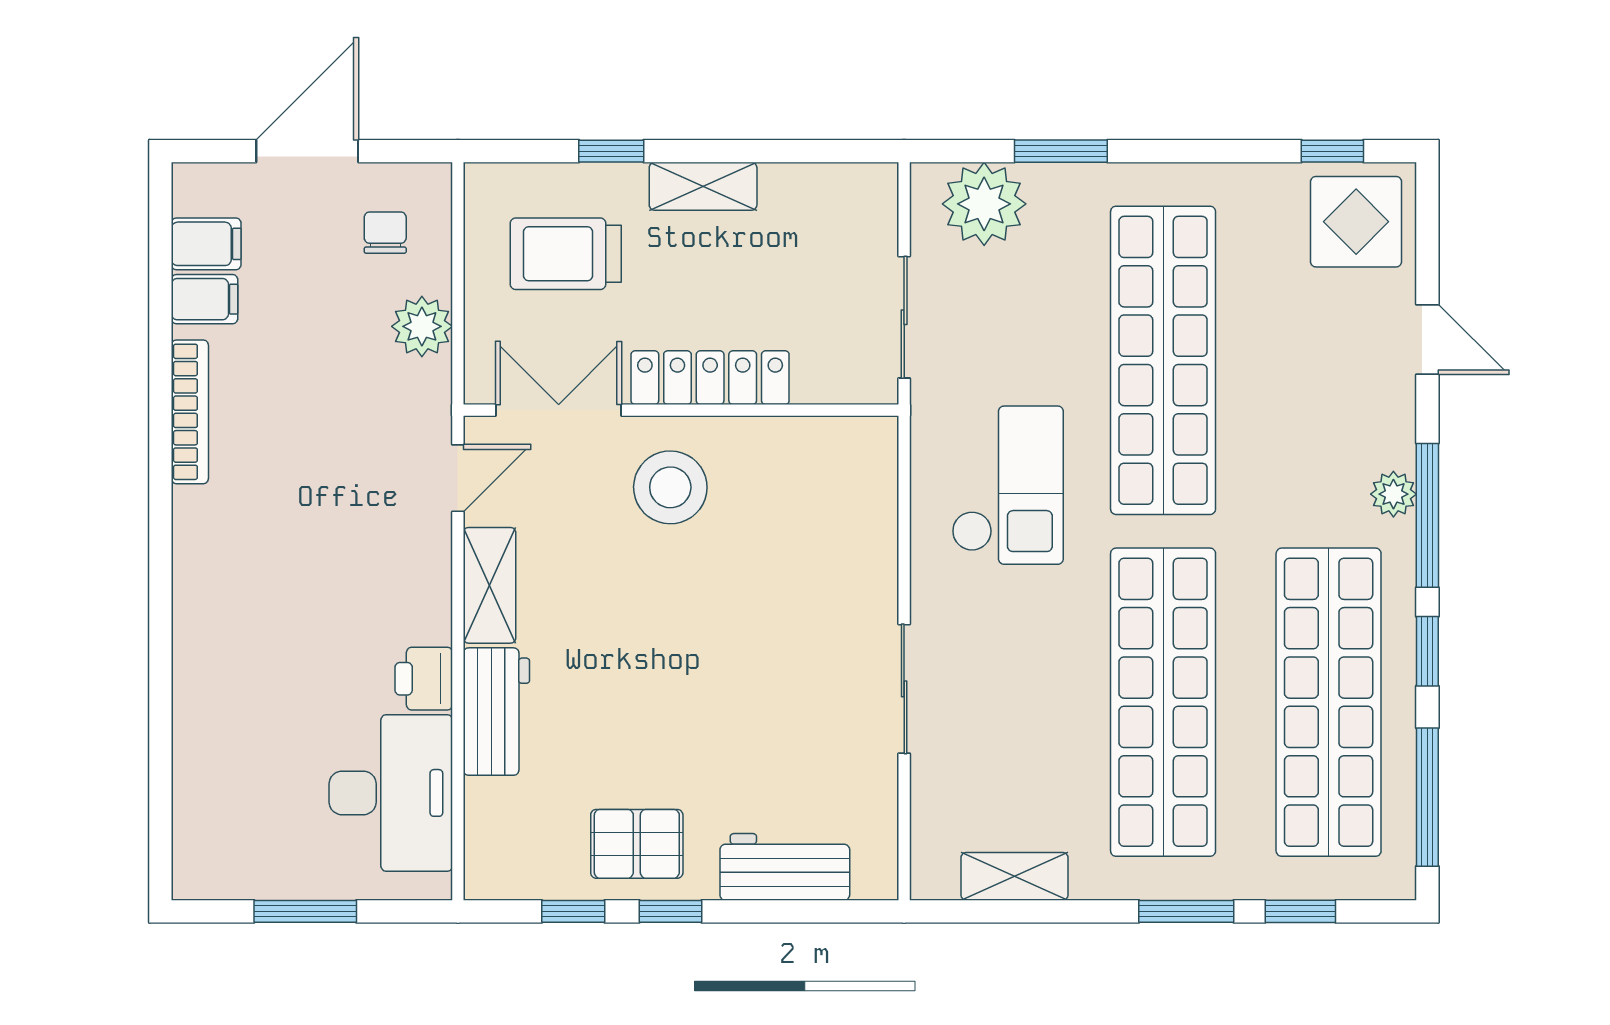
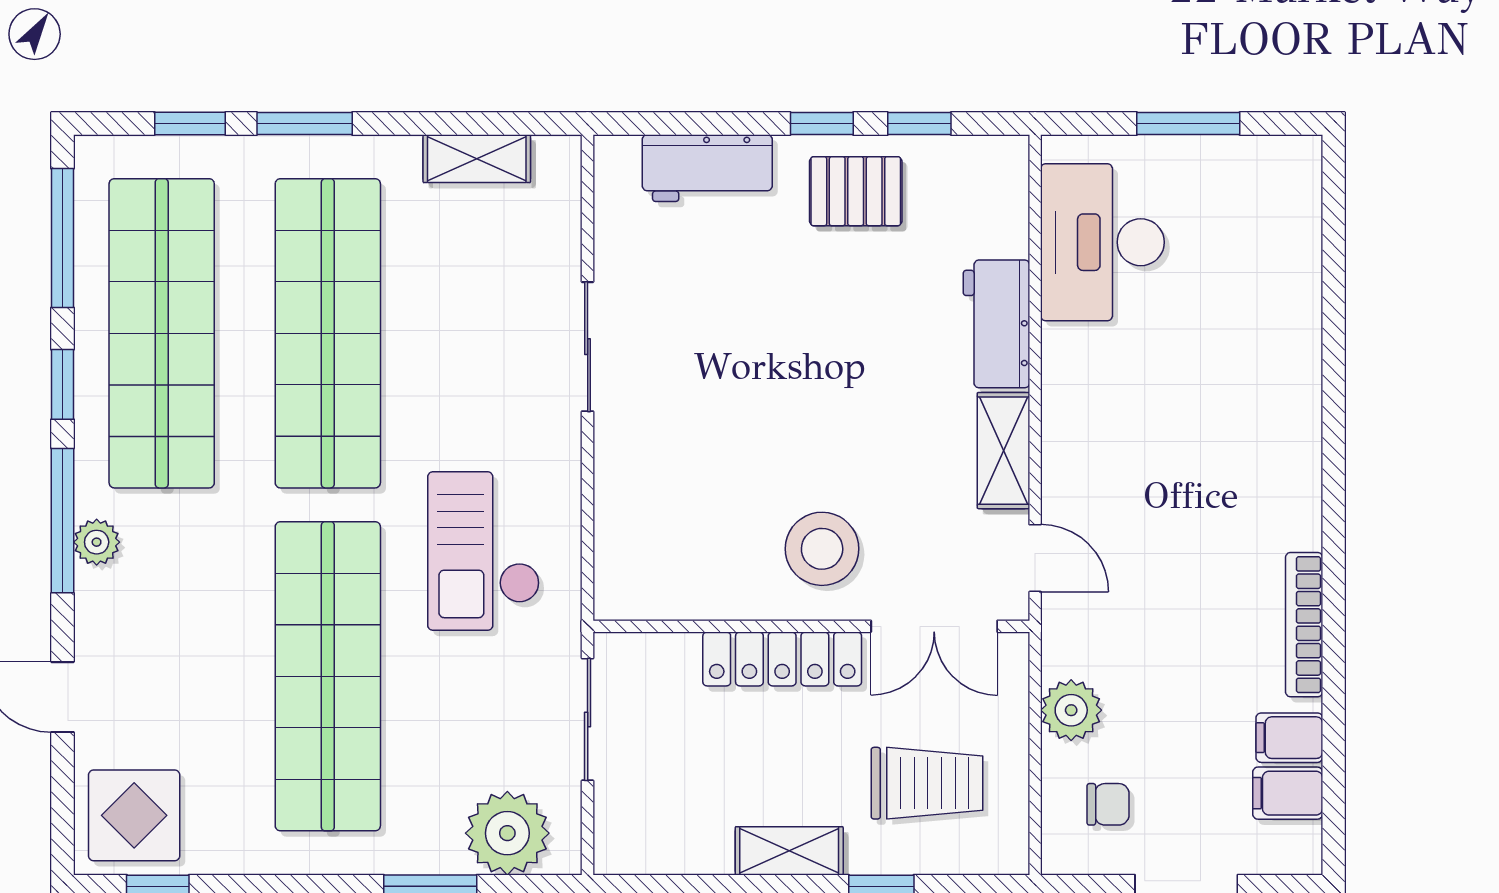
chair: (385, 233) -> (1108, 804), turned -90
door: (458, 478) -> (1035, 558), swing flipped
printer: (424, 679) -> (1069, 357), removed

